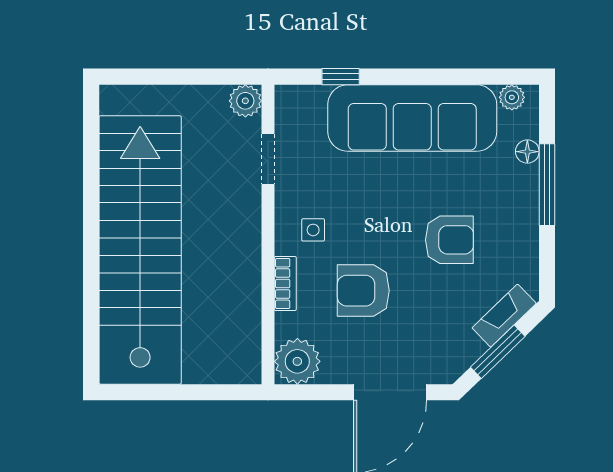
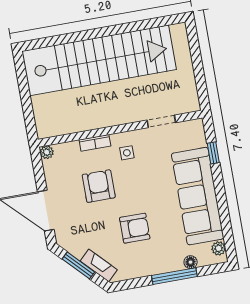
plant: (245, 101) -> (191, 103), removed
armchair: (449, 240) -> (135, 228), turned -90
plant: (297, 361) -> (47, 152), width x0.53, depth x0.53

